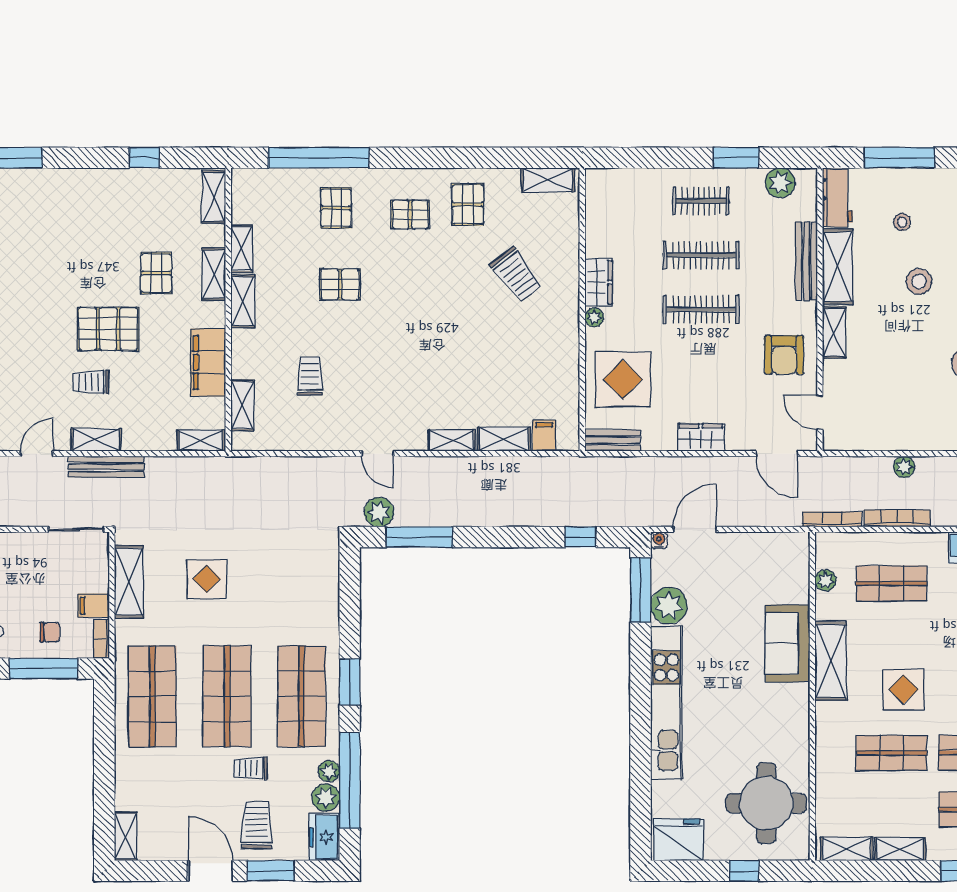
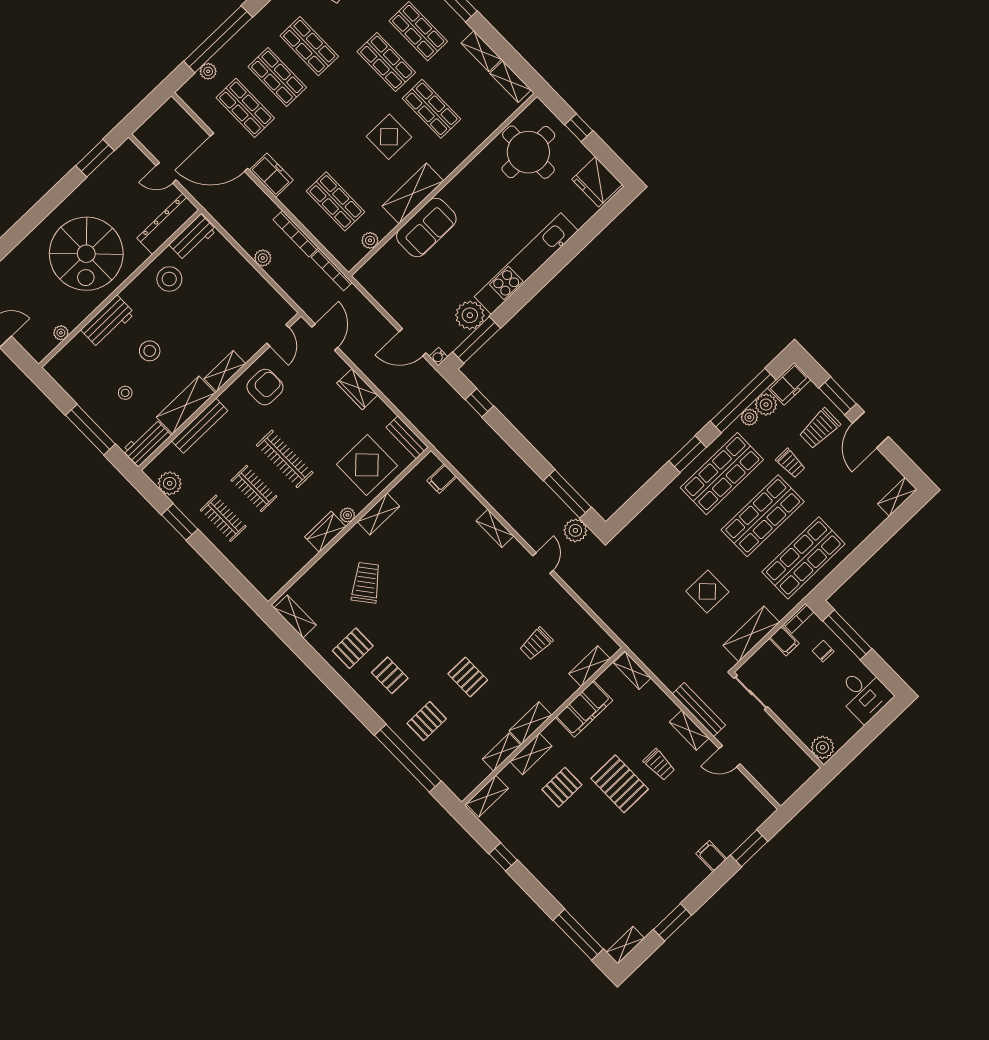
clothes rail: (701, 255) -> (254, 489), width x0.73
shelving: (504, 439) -> (378, 514), moved, turned 90

